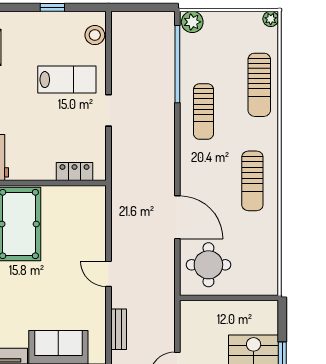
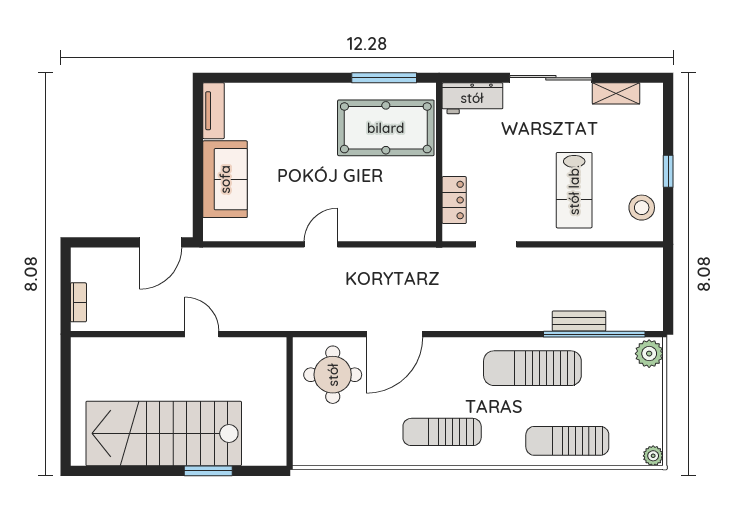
stool: (95, 35) -> (642, 208), moved
doorway: (108, 110) -> (496, 244), moved
sun lounger: (203, 112) -> (532, 368), width x1.36, depth x1.34
bench: (119, 329) -> (579, 321), moved

